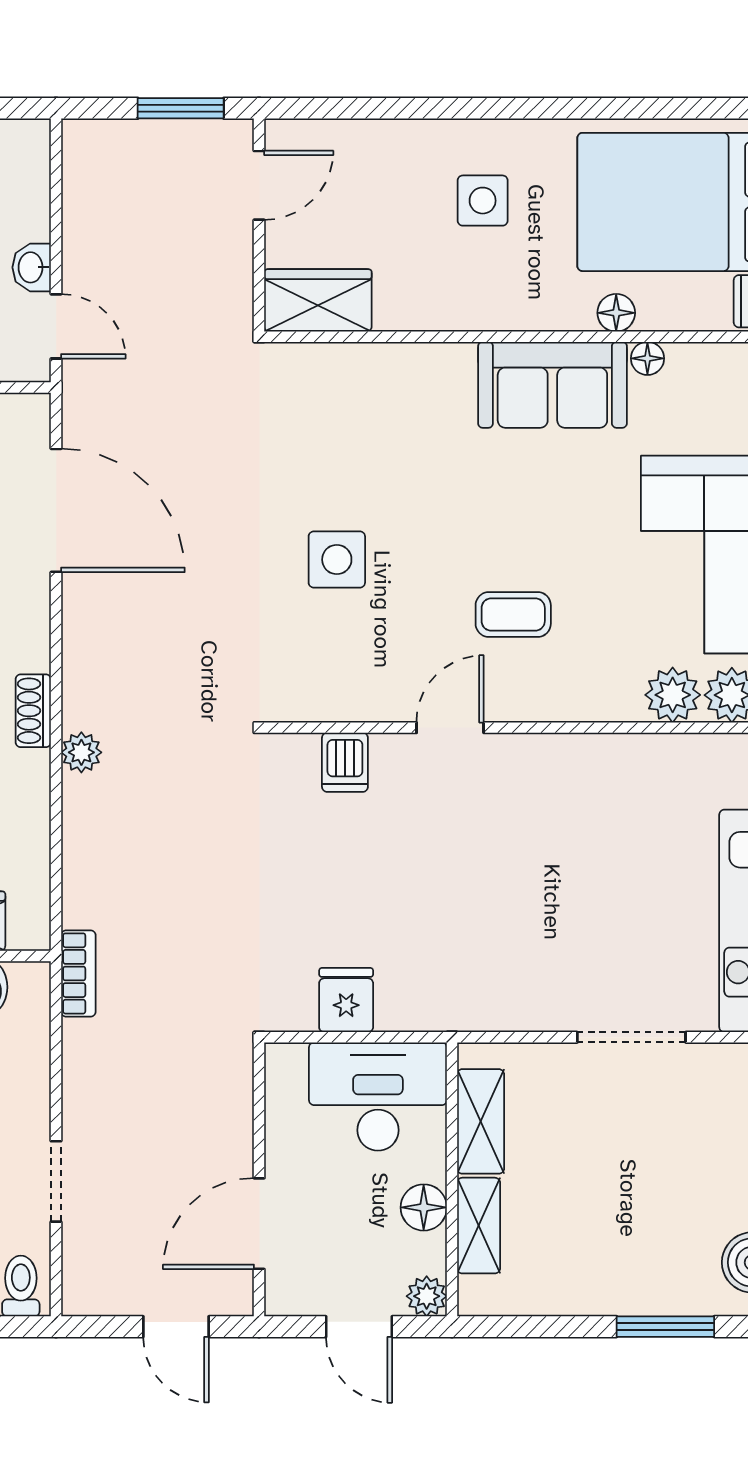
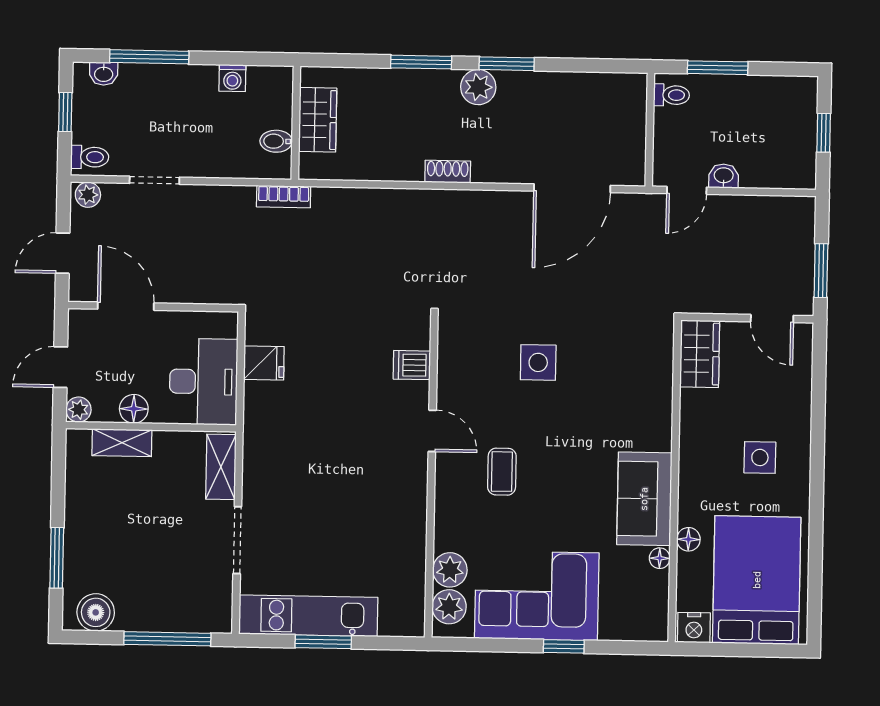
plant: (81, 752) -> (88, 195), moved
shelving: (481, 1121) -> (221, 467), moved, turned 90

